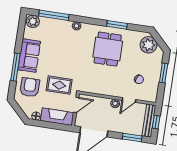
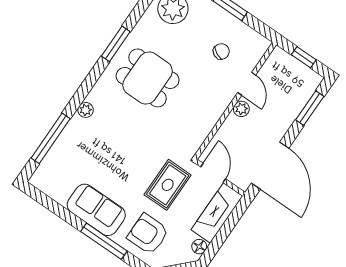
plant: (33, 21) -> (44, 177), removed
bench: (149, 121) -> (296, 68), removed

